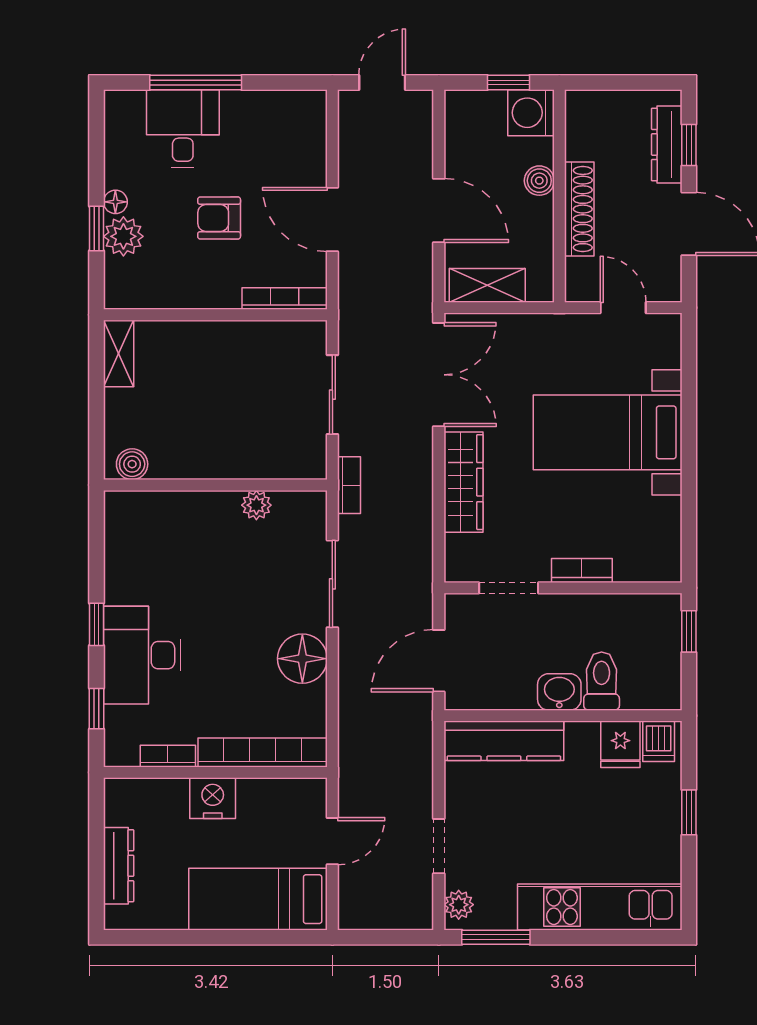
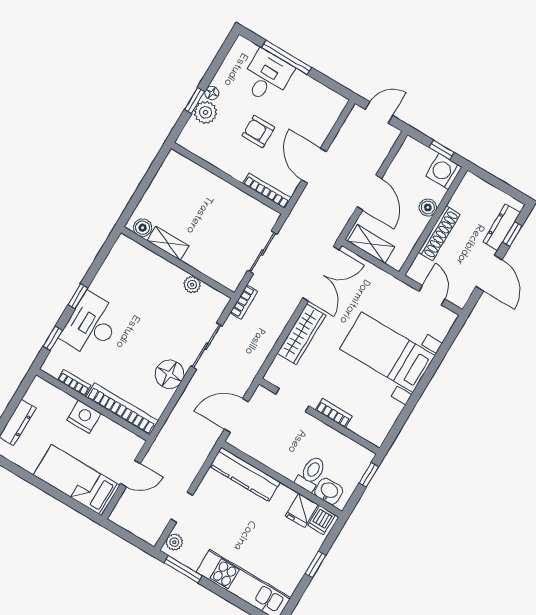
shelving: (119, 354) -> (168, 243), moved, turned 90
washbasin: (559, 692) -> (329, 491), moved

